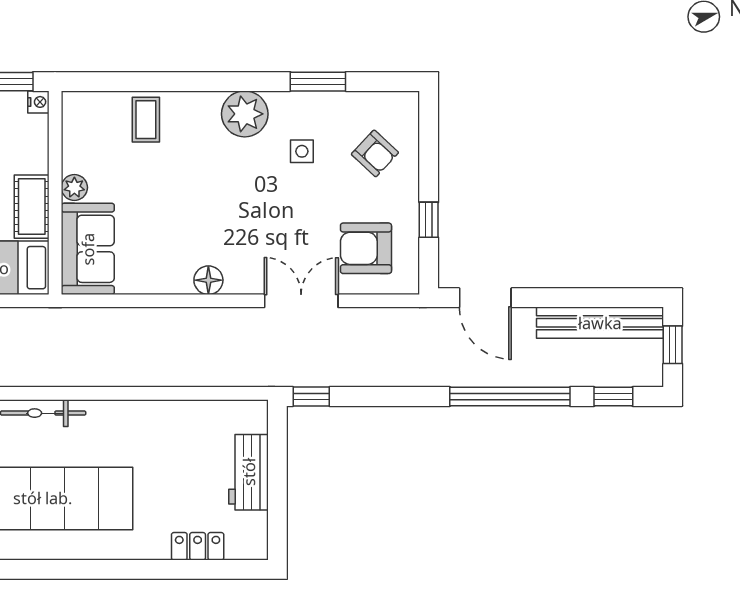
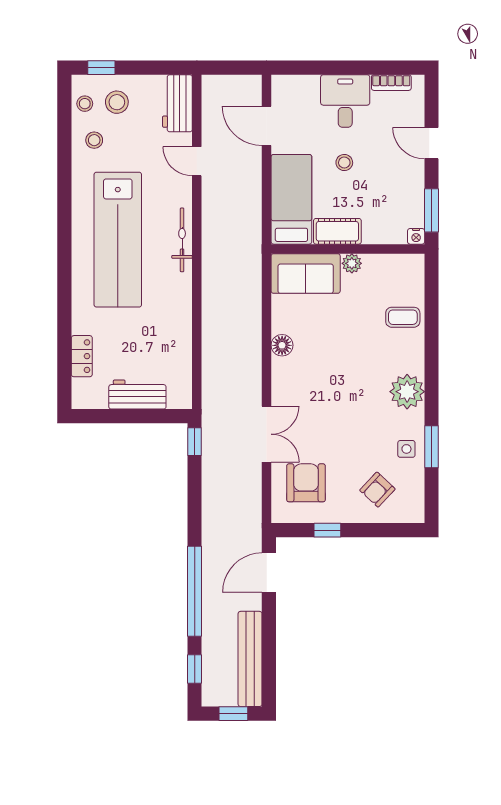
side table: (302, 151) -> (406, 449), moved
floor lamp: (208, 280) -> (282, 345), moved

